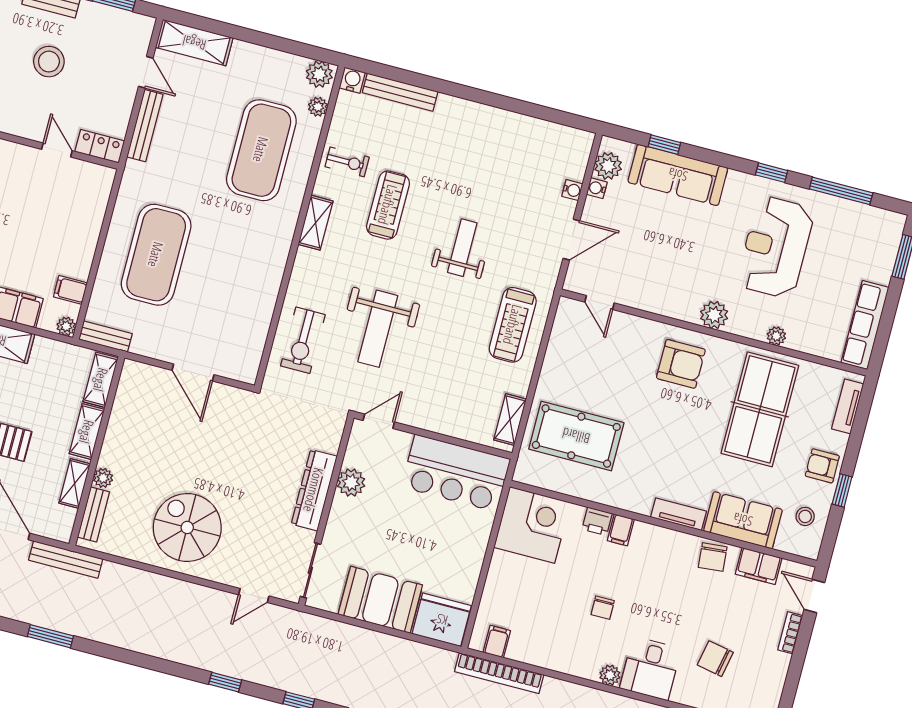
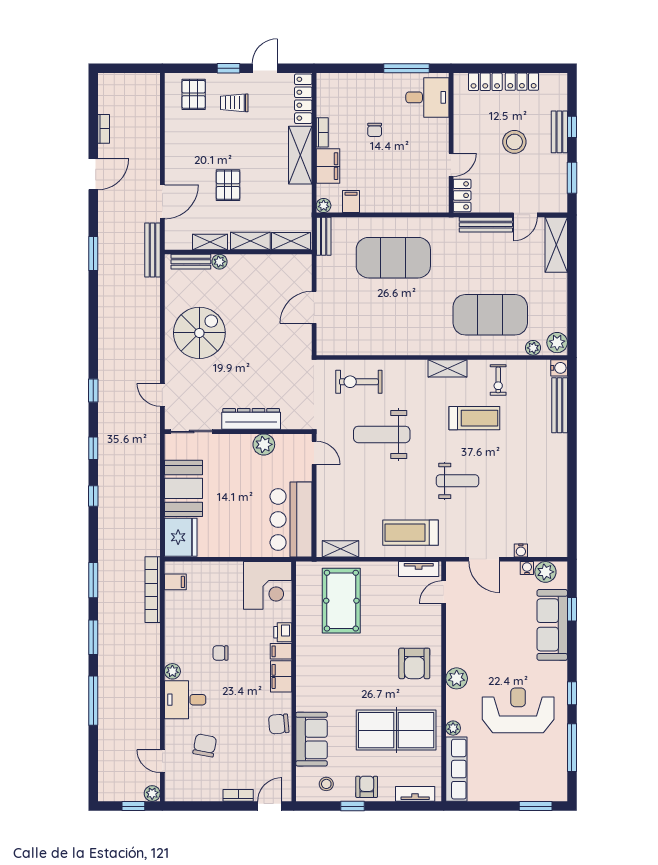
row of seats: (865, 325) -> (456, 769), moved, turned 90
tv unit: (678, 514) -> (419, 569), moved, turned 90
filing cabinet: (759, 566) -> (281, 676), moved

